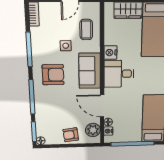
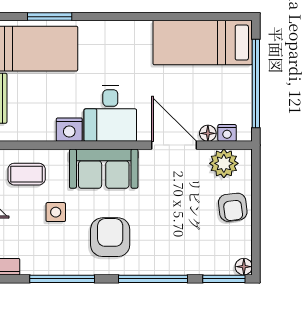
door: (102, 106) -> (174, 145), swing flipped

